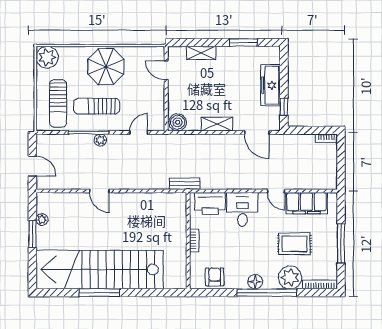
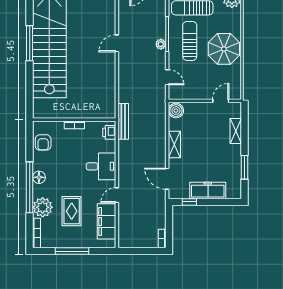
door: (257, 133) -> (167, 179), hinge flipped
bench: (184, 184) -> (123, 121), width x1.36
printer: (210, 203) -> (109, 132), width x0.53, depth x0.68
armchair: (215, 277) -> (43, 142), turned 90

